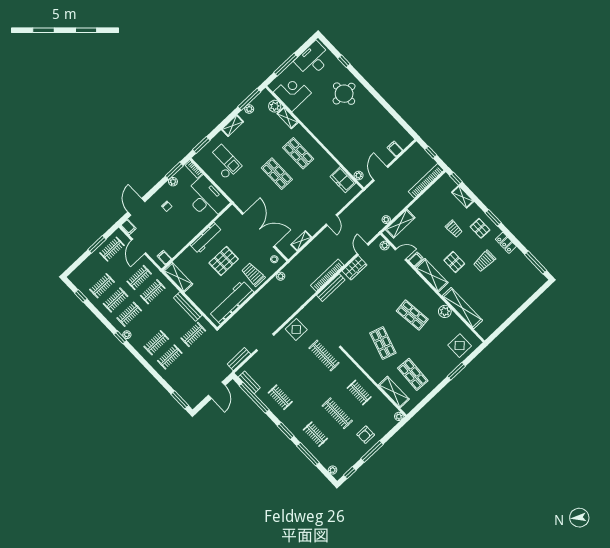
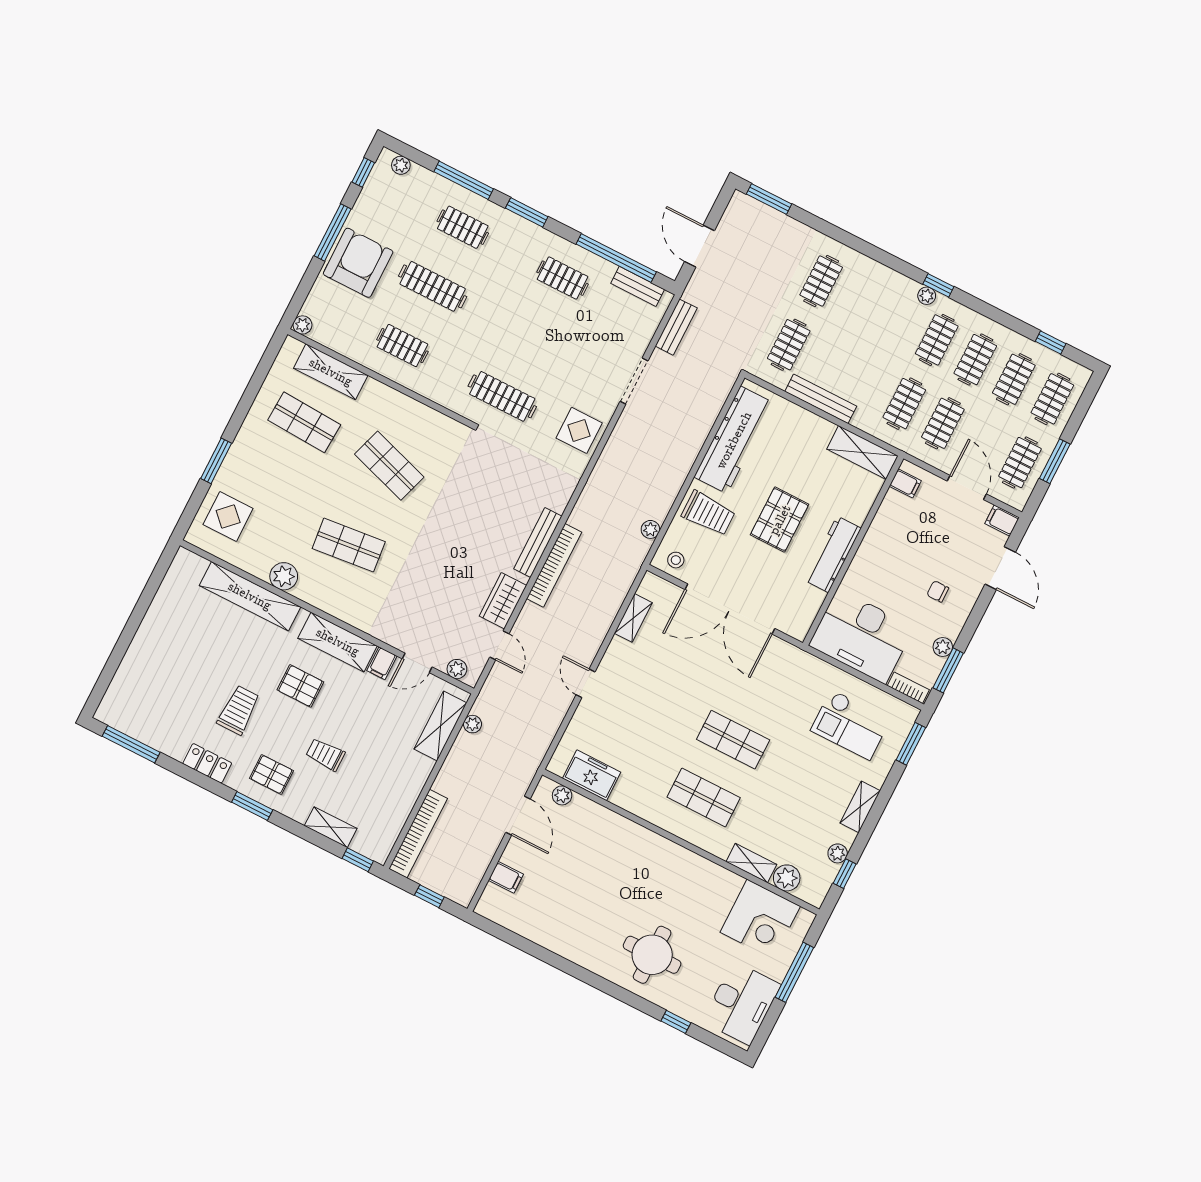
window: (249, 99) -> (845, 874), width x0.46
clothes rail: (156, 343) -> (1052, 399), moved
armchair: (366, 435) -> (358, 263), width x1.88, depth x1.88

